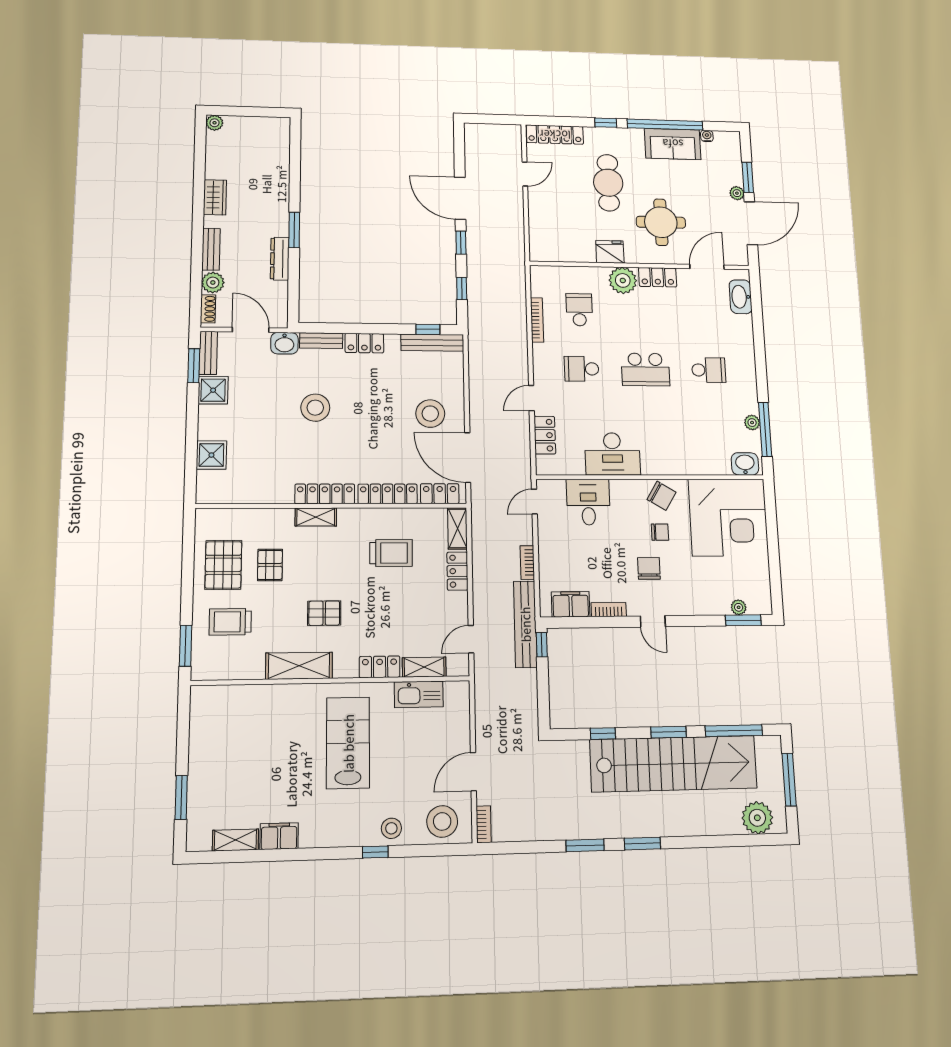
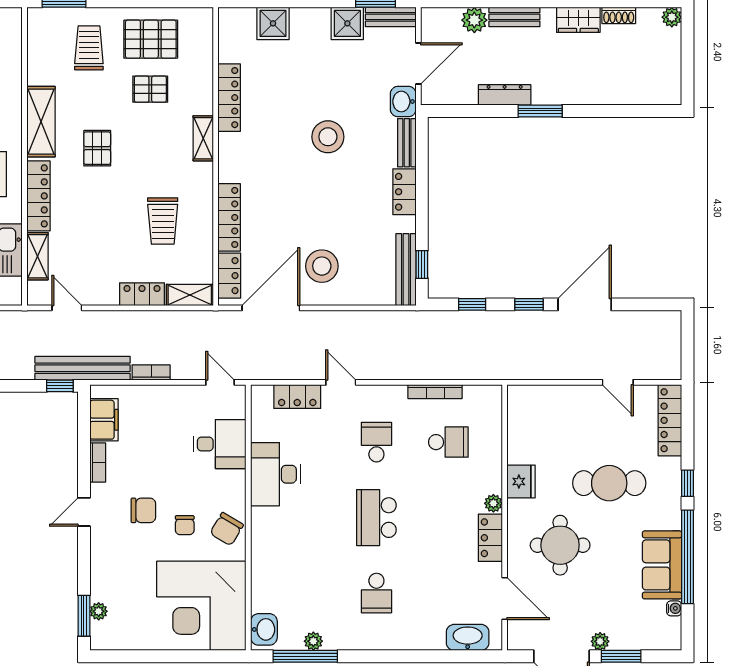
plant: (623, 280) -> (493, 503), width x0.53, depth x0.53
shoe rack: (208, 309) -> (619, 15), moved
locker: (325, 494) -> (229, 98), moved
locker: (380, 667) -> (38, 196), width x1.53

